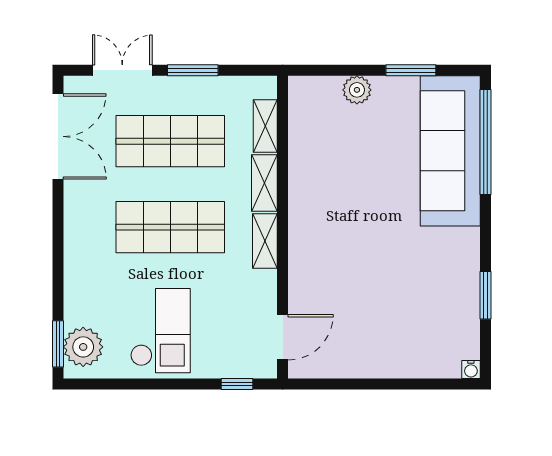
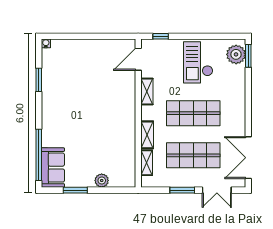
sofa: (450, 151) -> (53, 168), width x0.54, depth x0.79
shelving: (265, 241) -> (147, 91), moved

